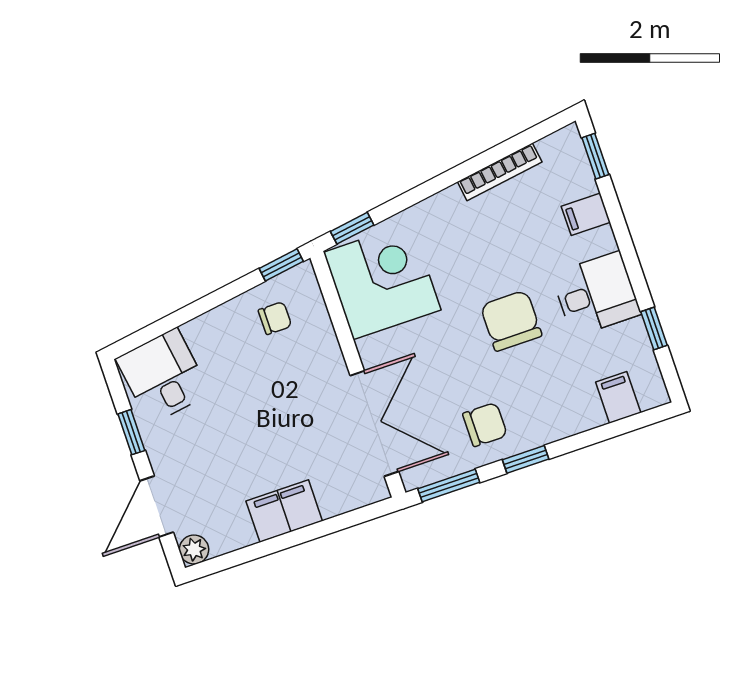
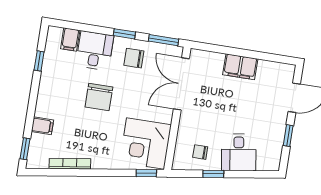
window: (281, 265) -> (213, 174), moved
desk: (596, 294) -> (95, 51), moved, turned 90
desk: (163, 376) -> (239, 152), moved
plant: (194, 550) -> (288, 71), removed

